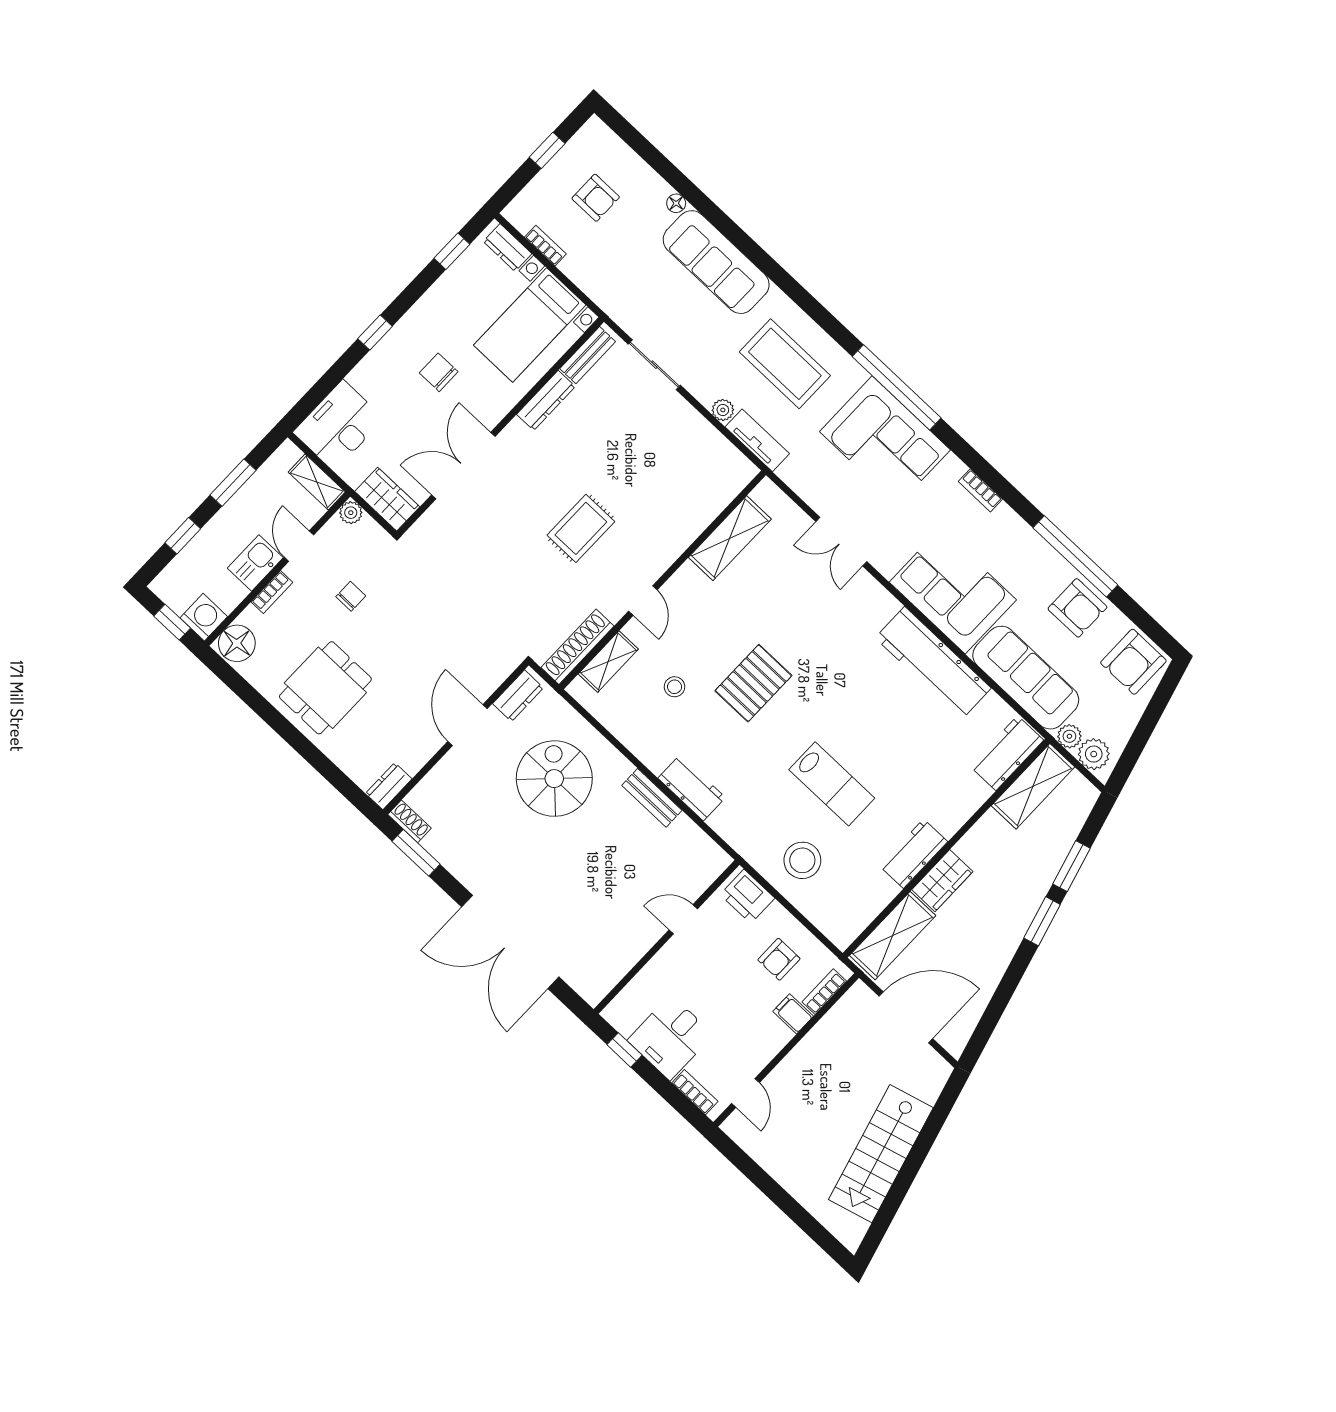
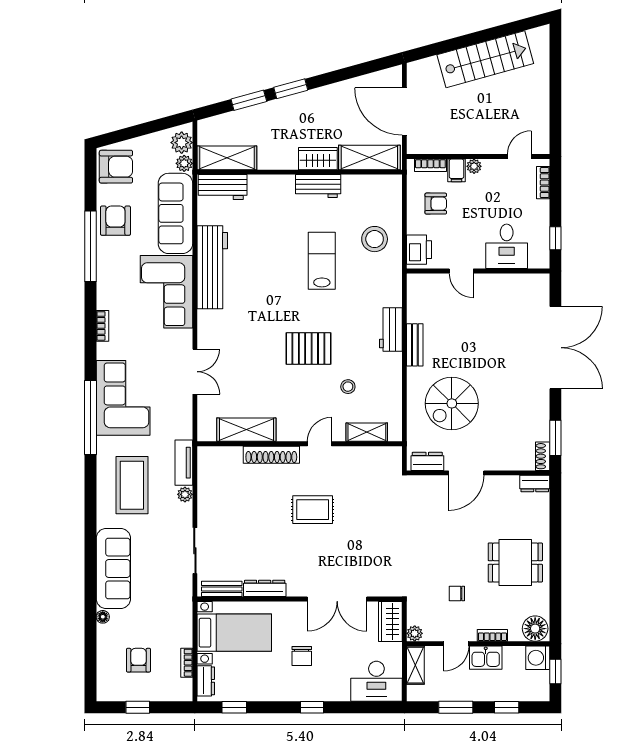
shoe rack: (577, 647) -> (271, 455), moved
plant: (780, 1036) -> (474, 166), added
desk: (670, 1037) -> (507, 246), moved, turned 90

